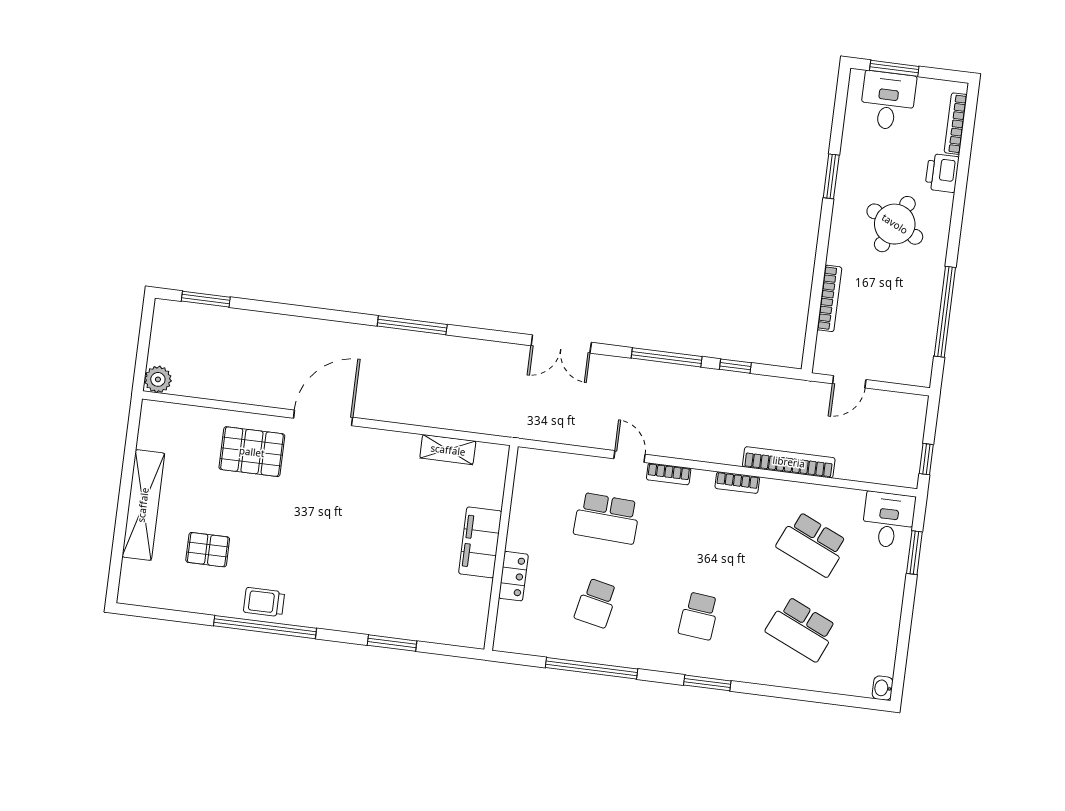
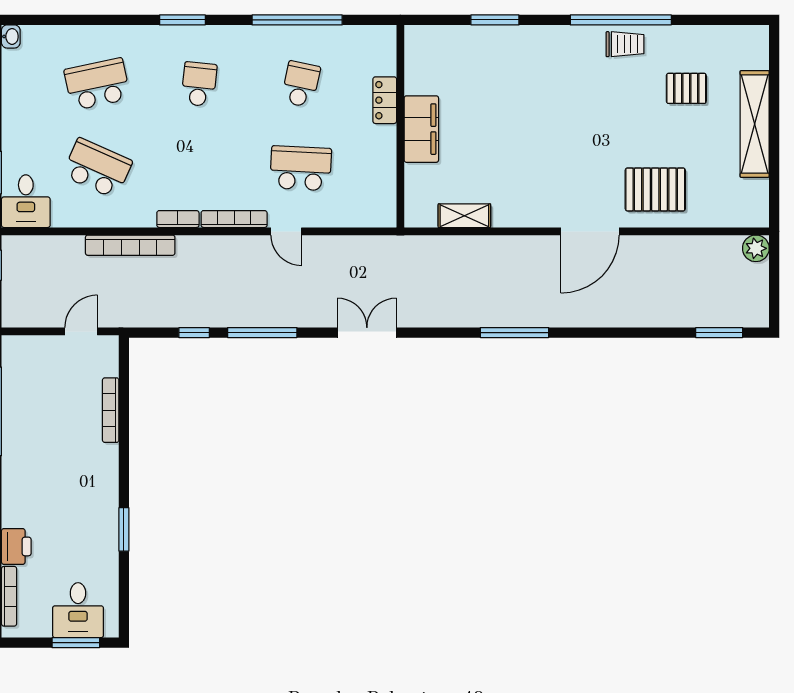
round table: (895, 224) -> (56, 491), removed
bookcase: (669, 474) -> (234, 219), width x1.56
school desk: (801, 629) -> (97, 84), turned -36

